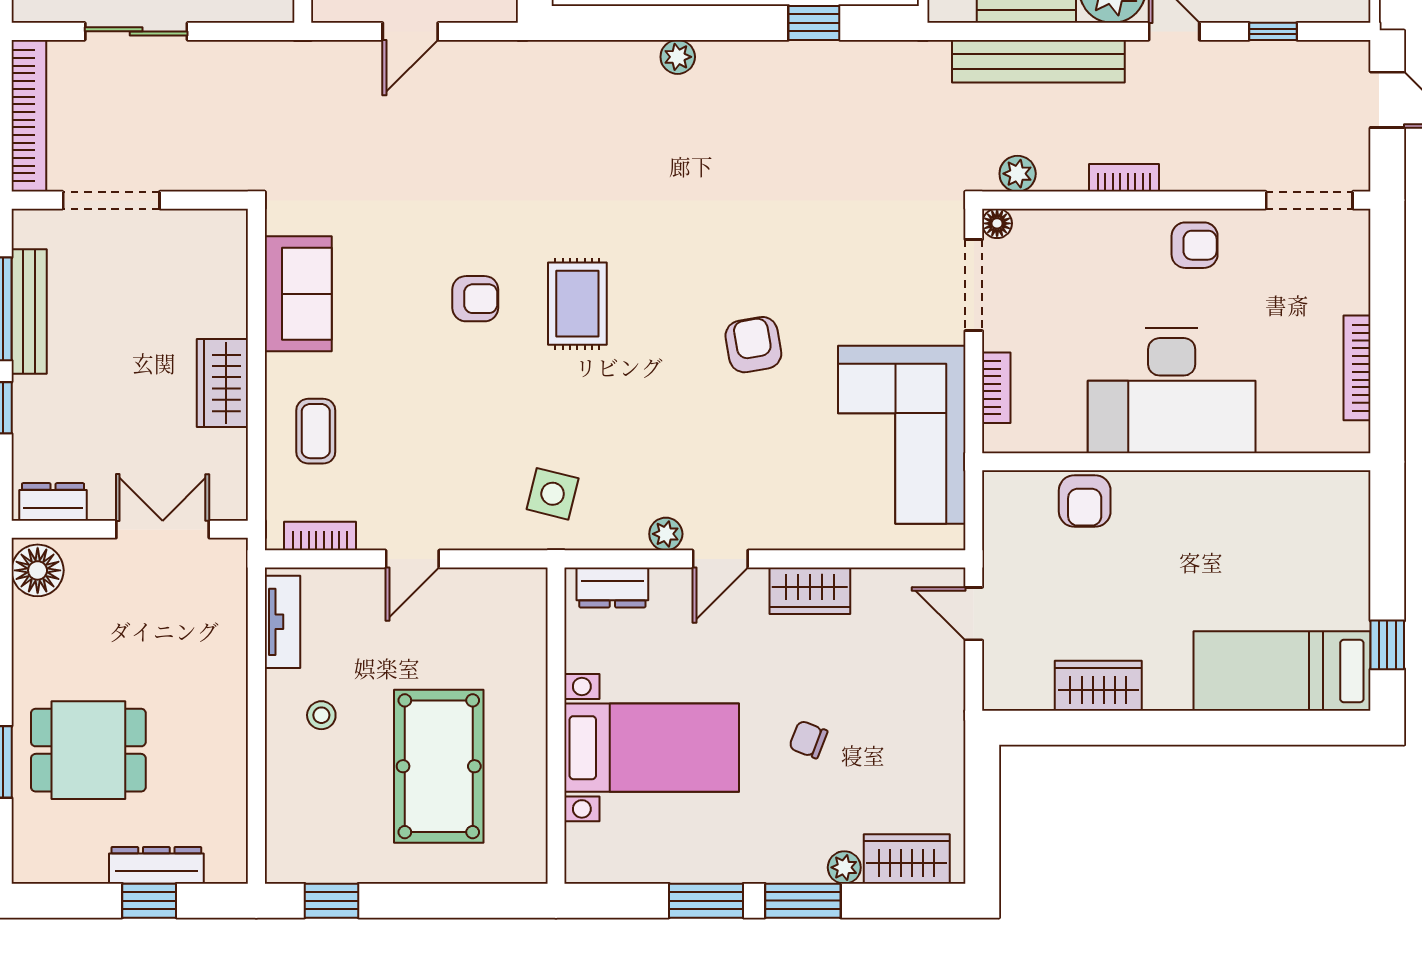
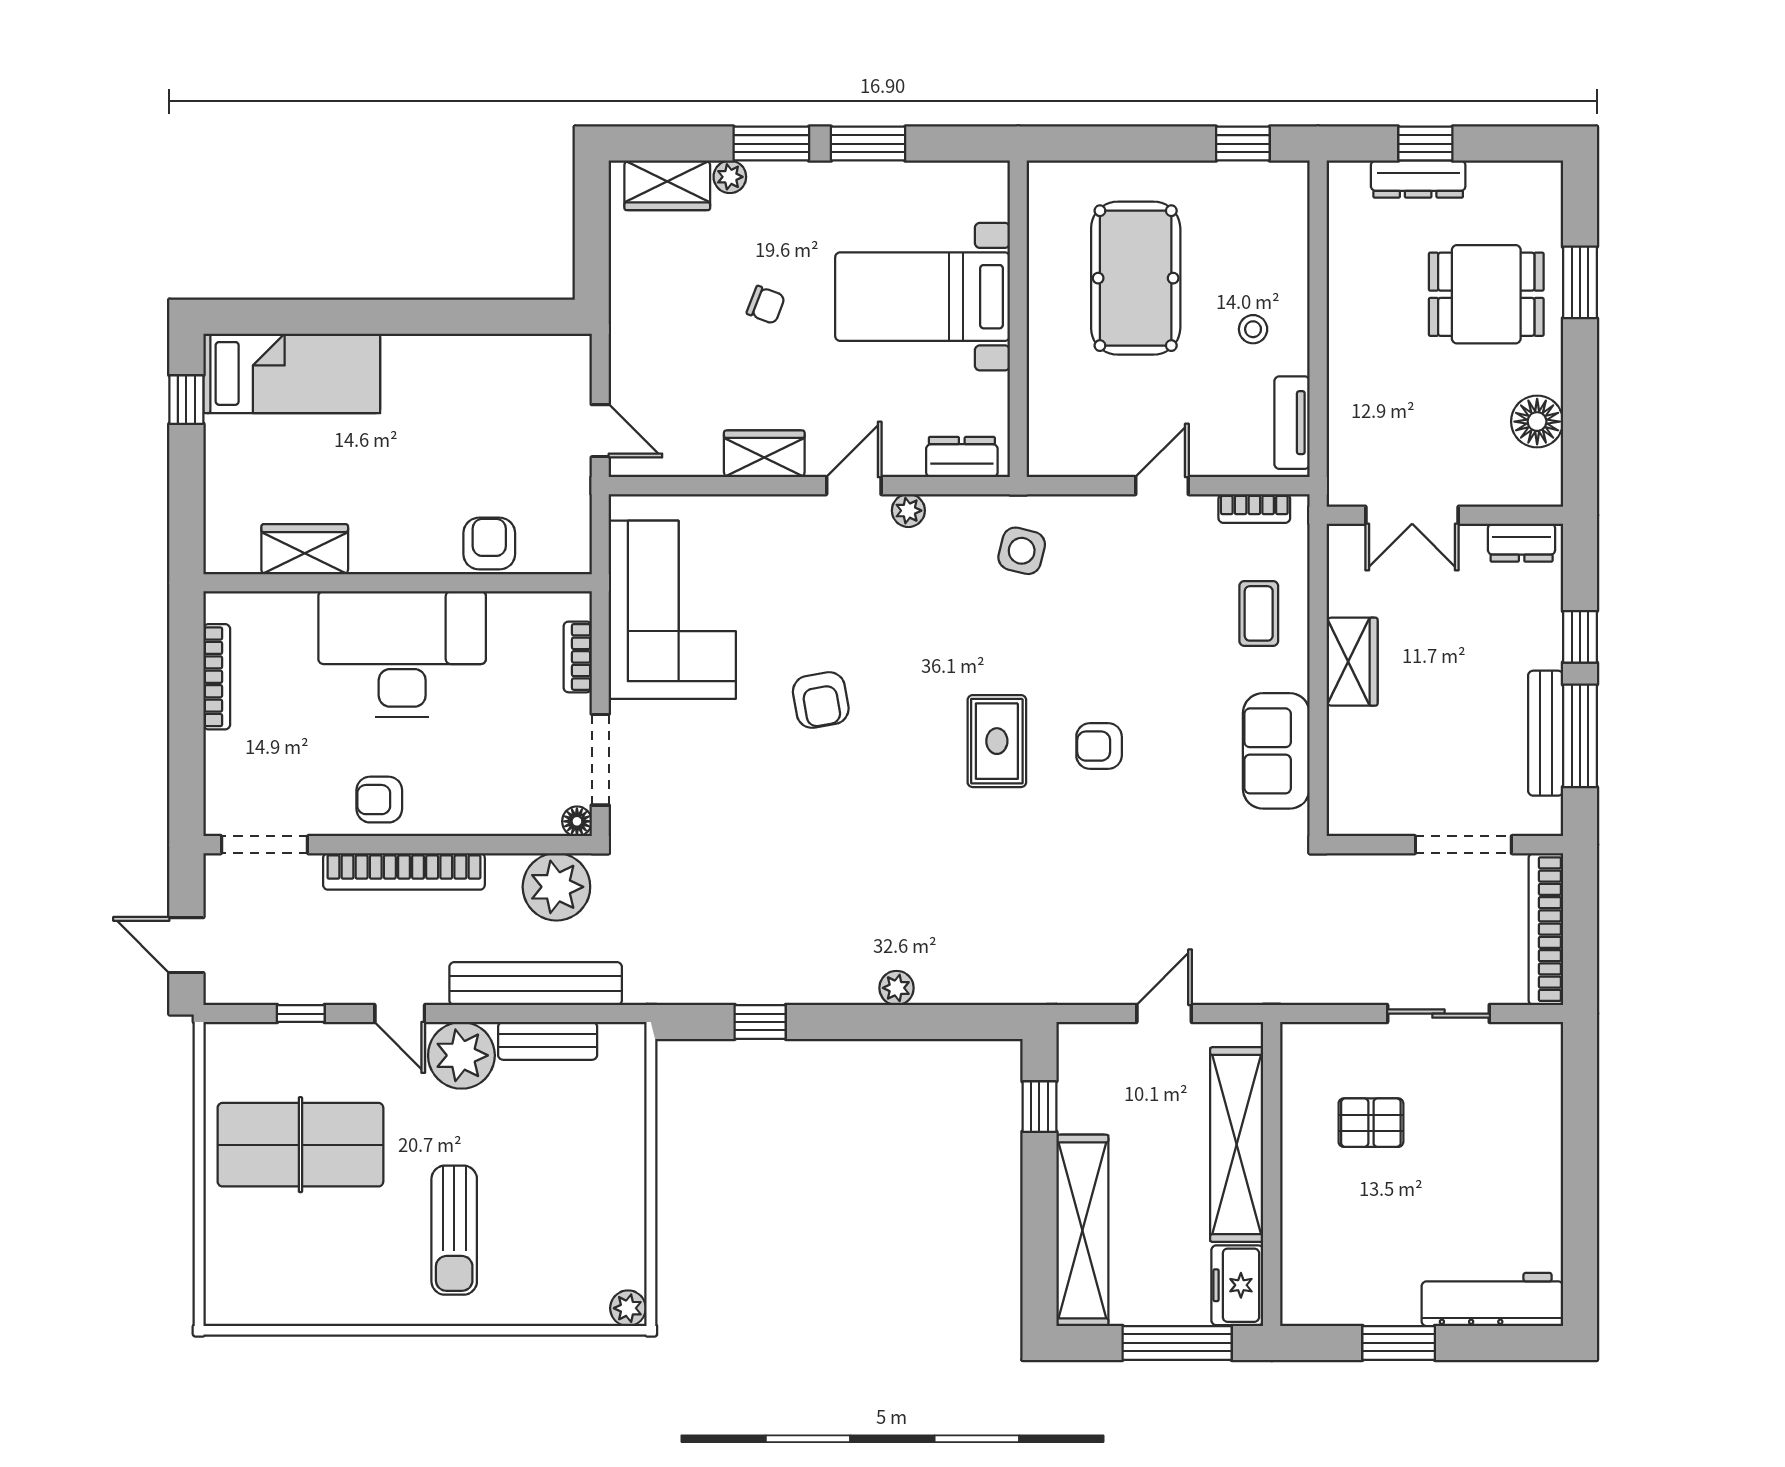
plant: (1018, 174) -> (556, 887), width x1.88, depth x1.88
bookcase: (1124, 178) -> (404, 871), width x2.31, depth x1.31
floor lamp: (38, 570) -> (1537, 422), moved
wardrobe: (1098, 686) -> (305, 549), moved, turned 180

